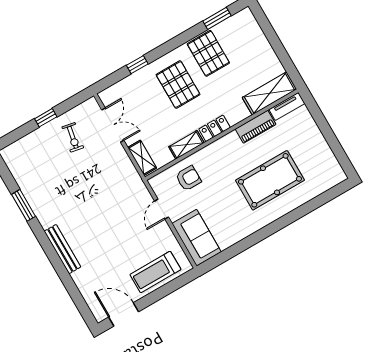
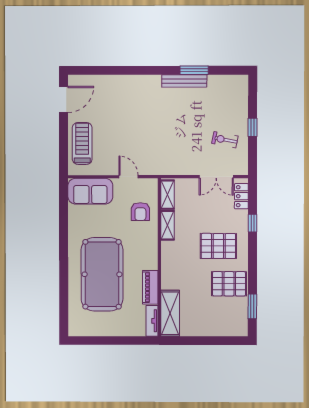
locker: (215, 128) -> (241, 196), moved, turned 180
shelving: (142, 158) -> (167, 195), moved, turned 90
pool table: (270, 180) -> (102, 274), width x1.36, depth x1.32
bench: (62, 249) -> (184, 81), moved

